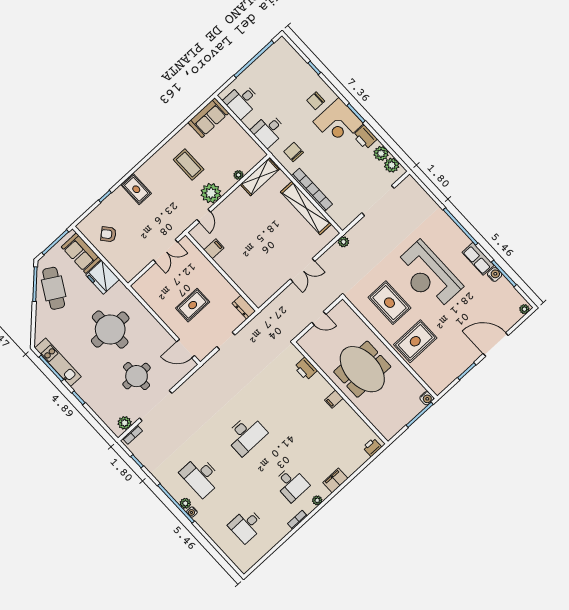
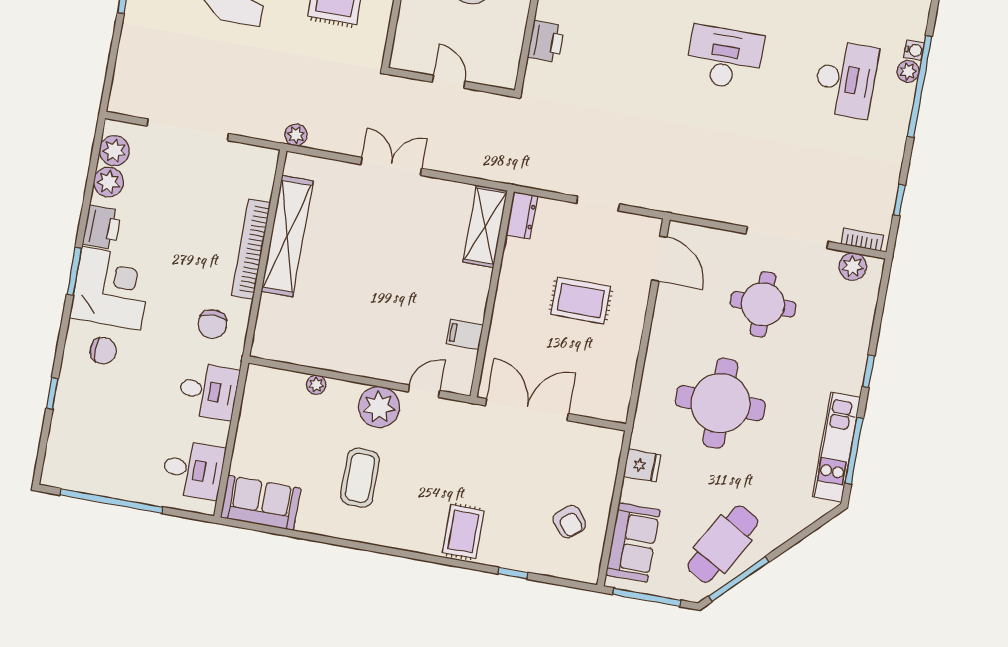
shelving: (260, 177) -> (485, 226), moved, turned 90
double door: (166, 251) -> (527, 410), width x1.37
fridge: (103, 277) -> (642, 465), width x0.53, depth x0.75

